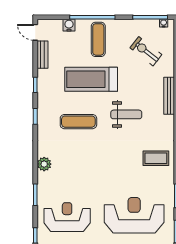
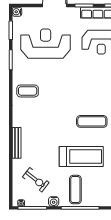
water cooler: (69, 25) -> (54, 201), moved
weight bench: (126, 114) -> (52, 127), removed
reception desk: (134, 215) -> (46, 44), turned 180

